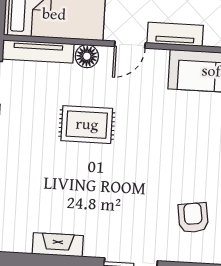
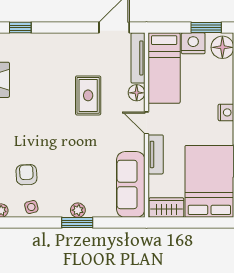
armchair: (193, 218) -> (26, 175), turned -85

